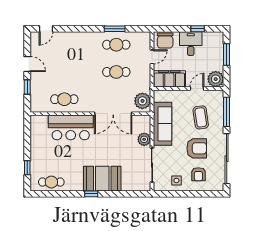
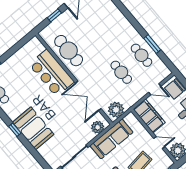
cafe table: (64, 99) -> (69, 51), width x1.37, depth x1.35
plant: (144, 139) -> (98, 127), moved

